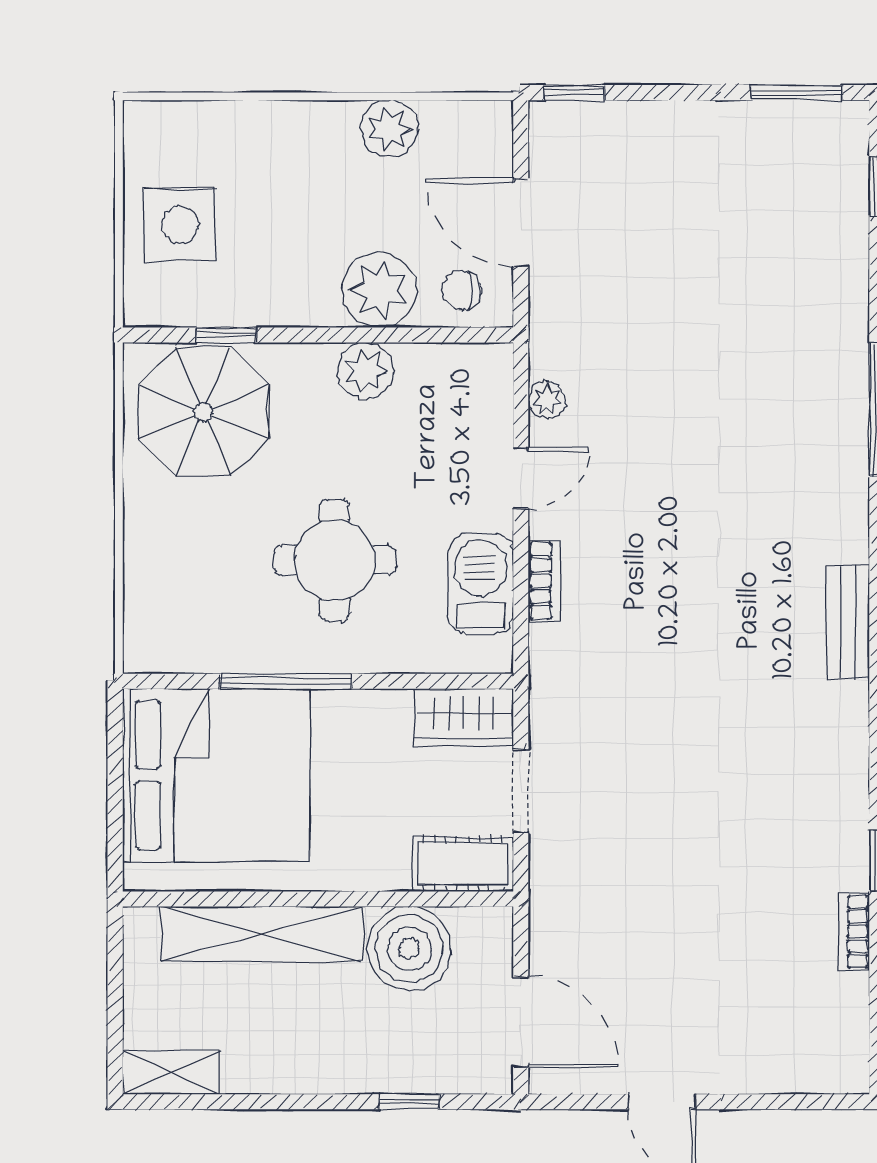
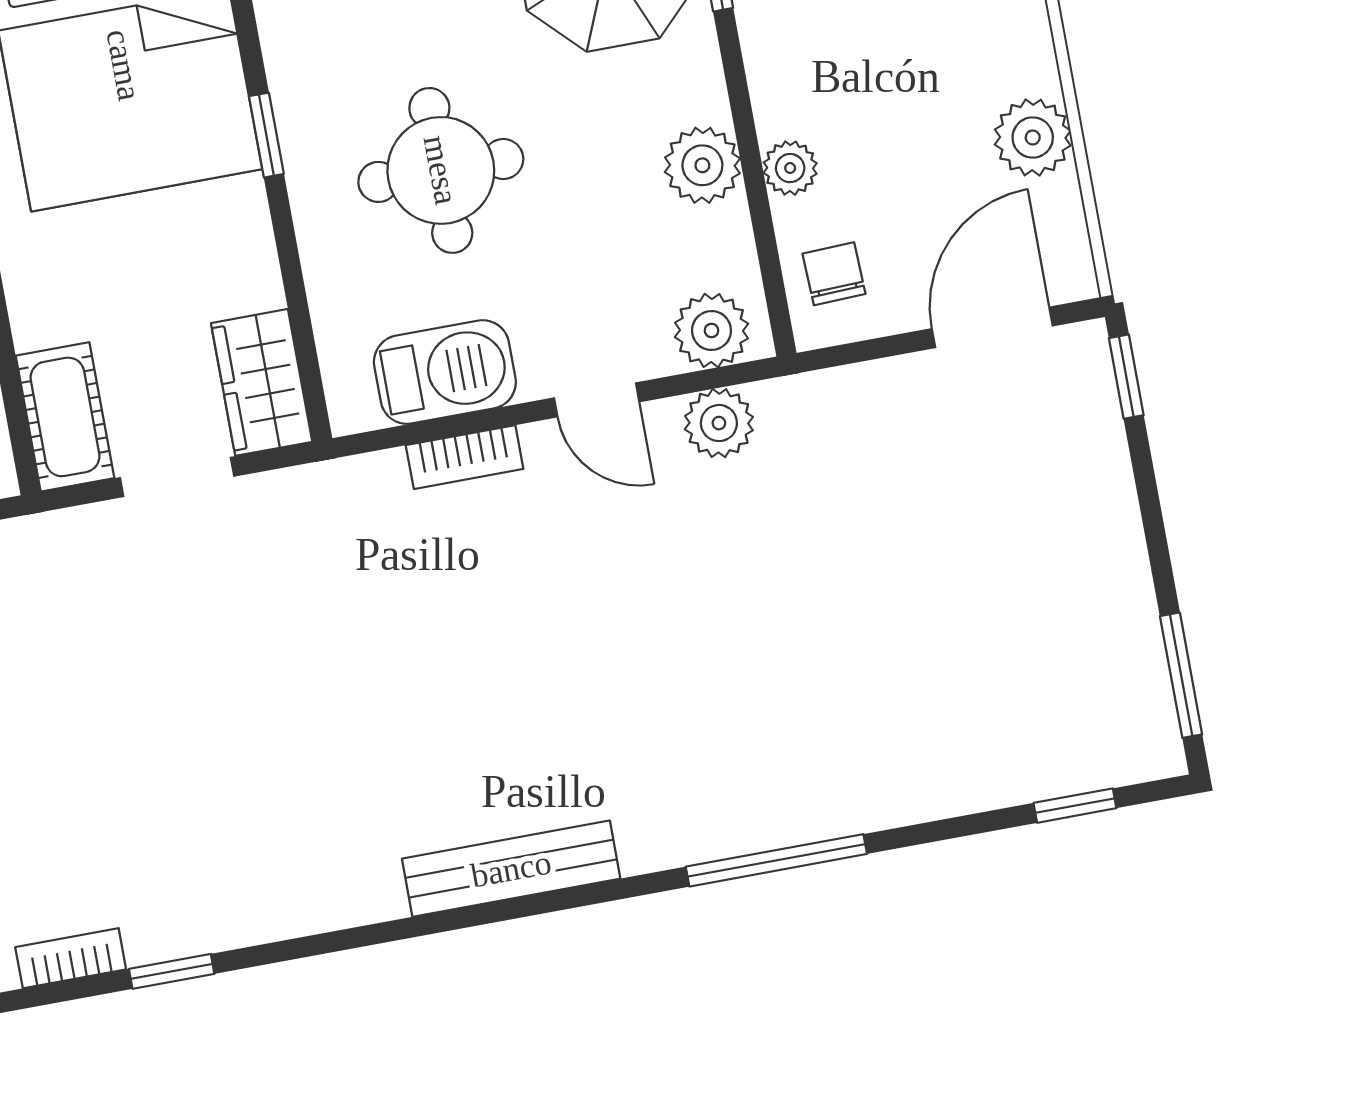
door: (521, 222) -> (992, 327), moved
plant: (379, 290) -> (790, 168), width x0.53, depth x0.53
plant: (486, 386) -> (711, 330), added
plant: (547, 400) -> (719, 423), width x1.38, depth x1.38
bench: (848, 622) -> (511, 869), width x1.36
window: (286, 681) -> (266, 135), width x0.46

